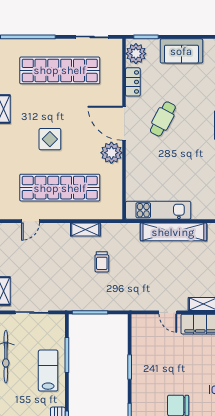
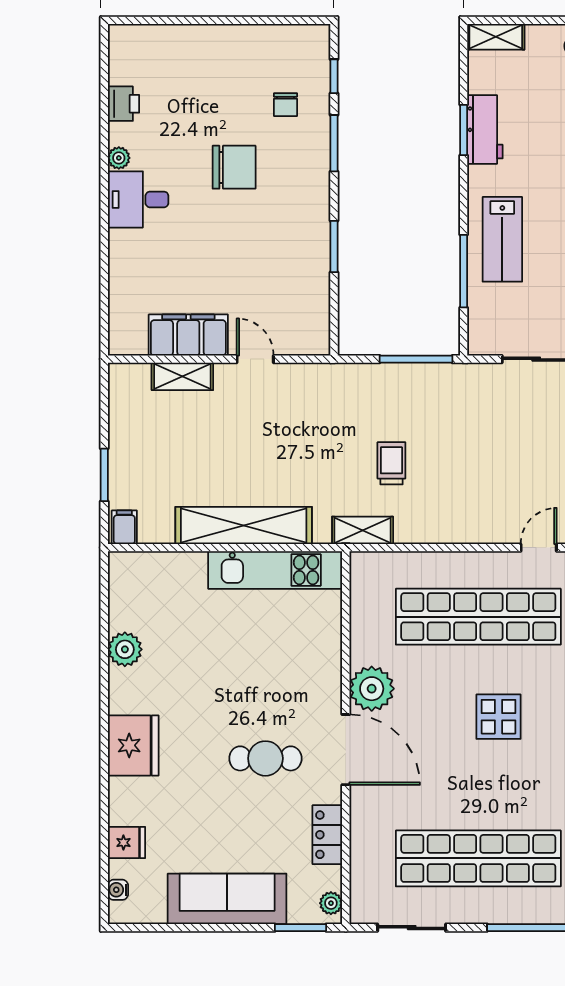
sofa: (181, 51) -> (227, 899), width x1.36
plant: (136, 54) -> (331, 903), width x0.53, depth x0.53
cafe table: (163, 119) -> (265, 758), turned 62
shelving: (85, 229) -> (363, 530), moved

